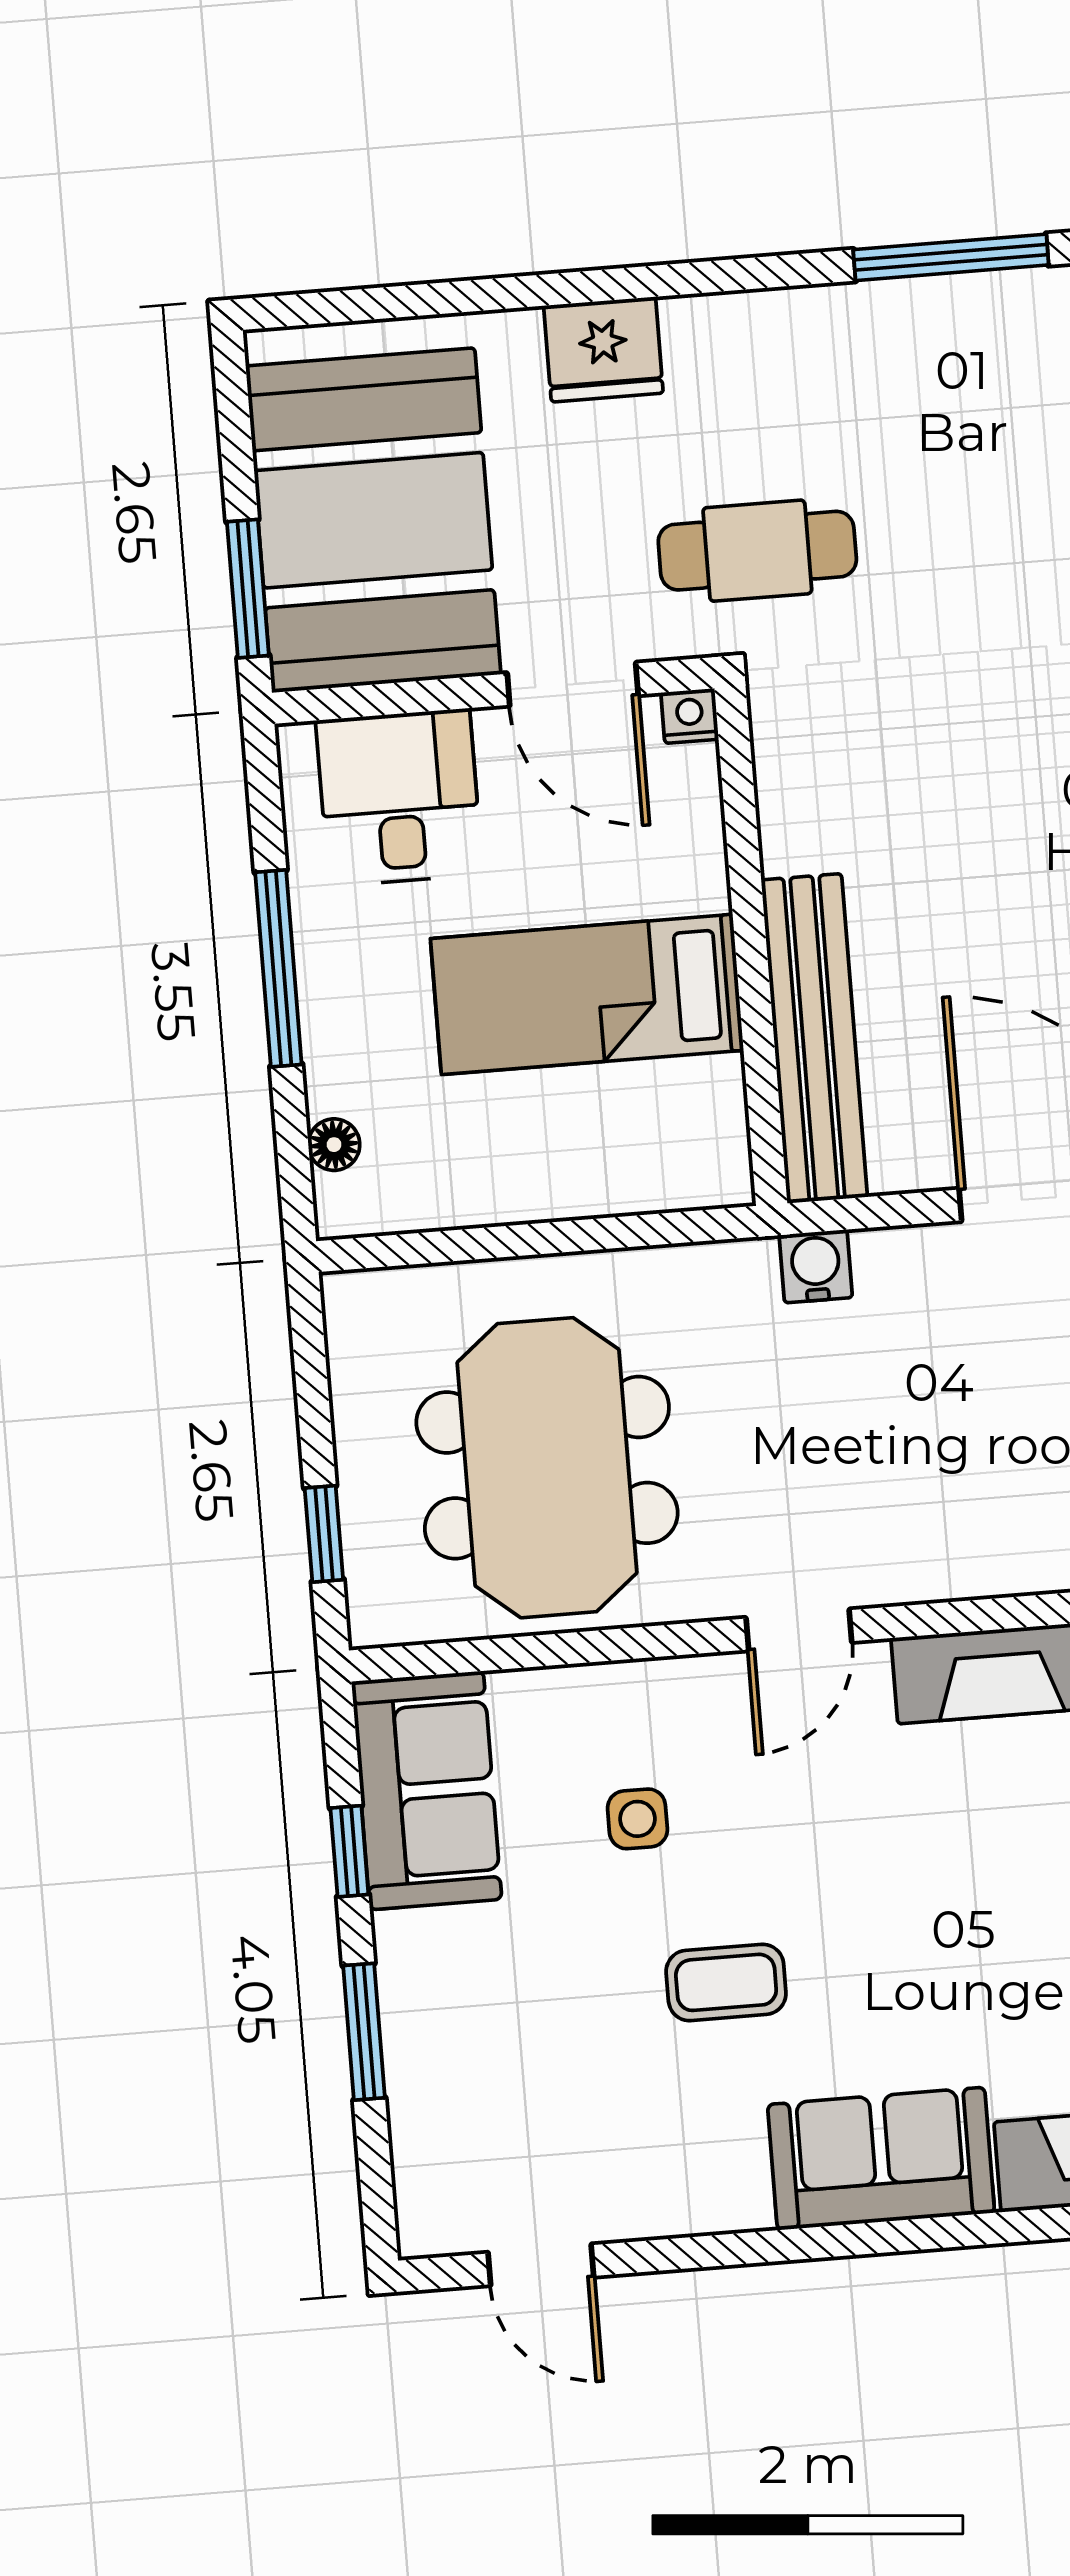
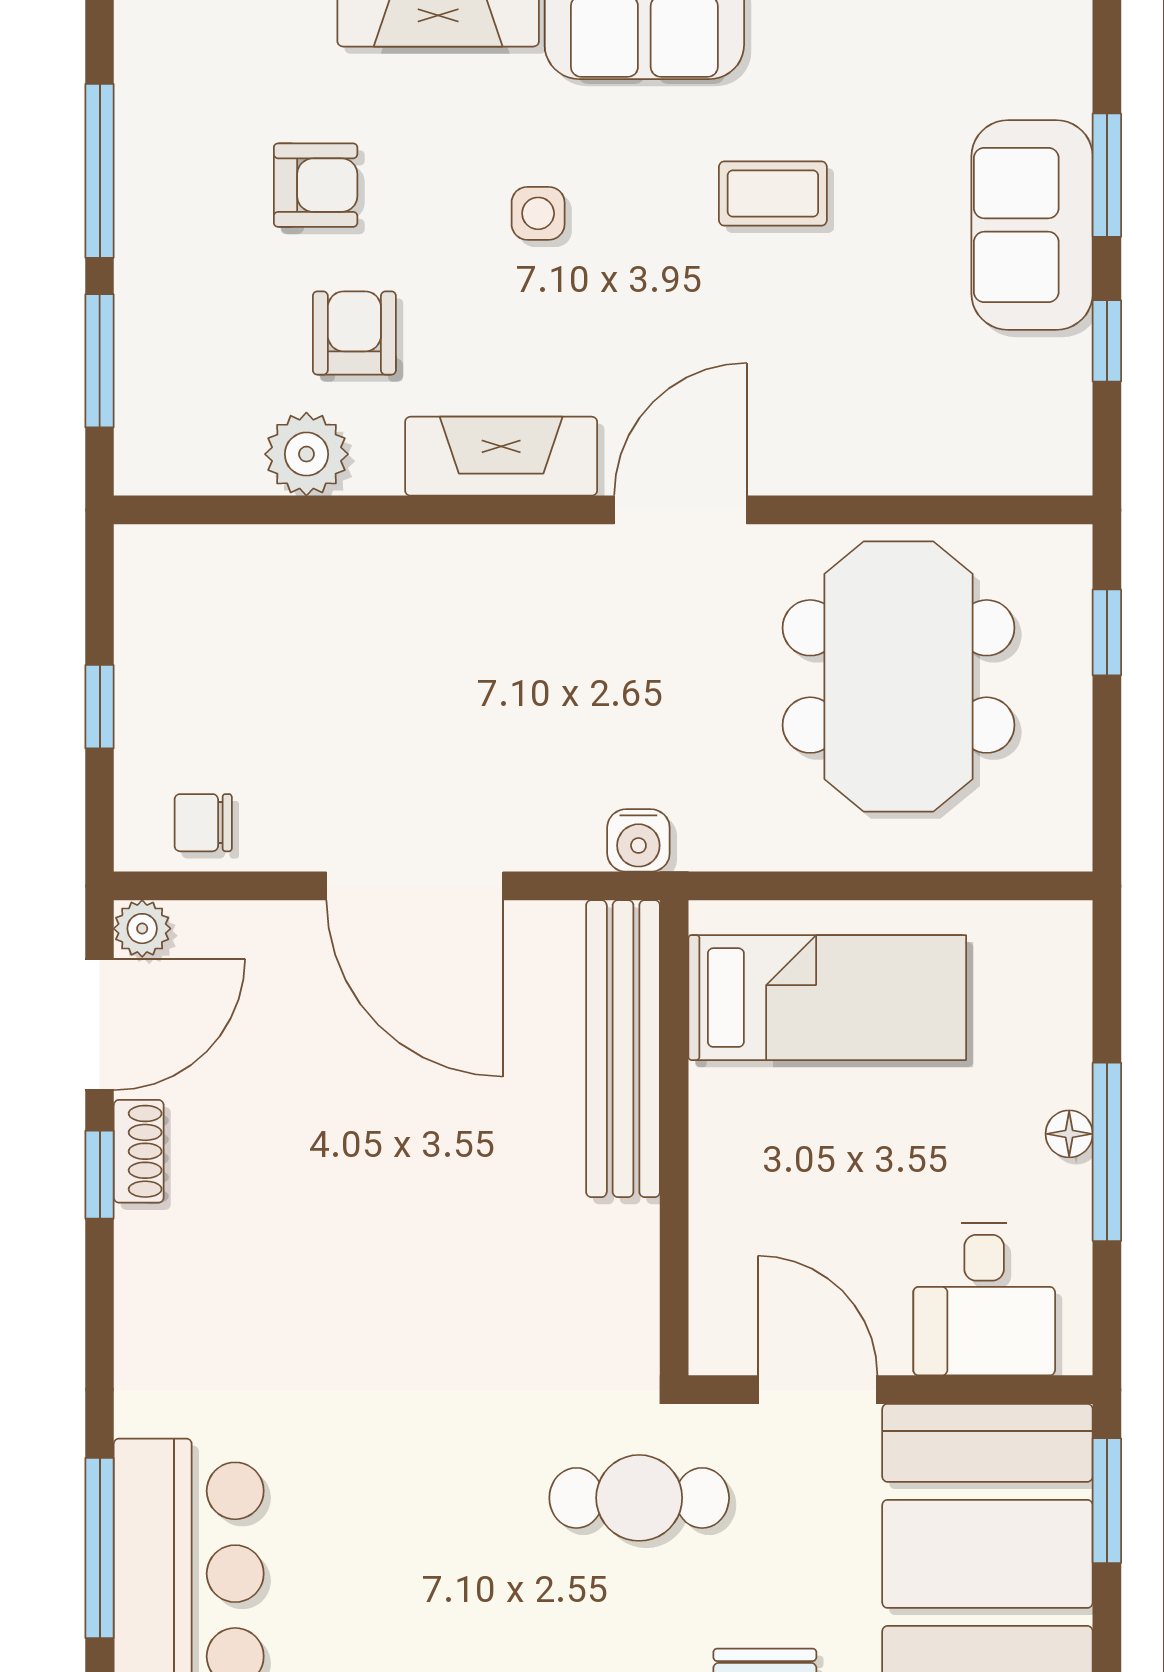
nightstand: (690, 716) -> (713, 1352), removed
bed: (587, 994) -> (827, 998), moved
floor lamp: (334, 1145) -> (1069, 1134), moved
door: (799, 1630) -> (681, 510), width x1.38
sofa: (427, 1790) -> (1032, 225), moved
side table: (637, 1819) -> (538, 213), moved

